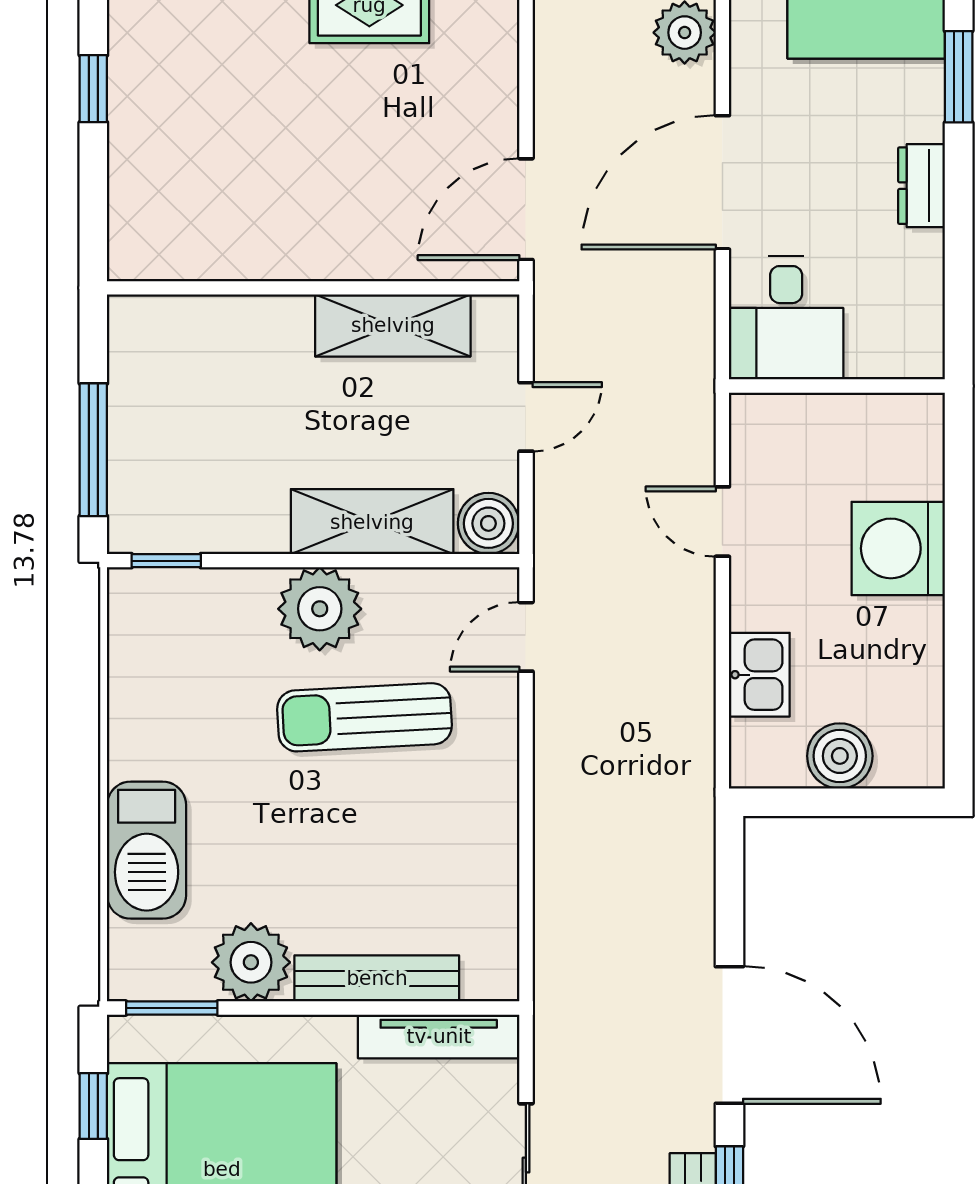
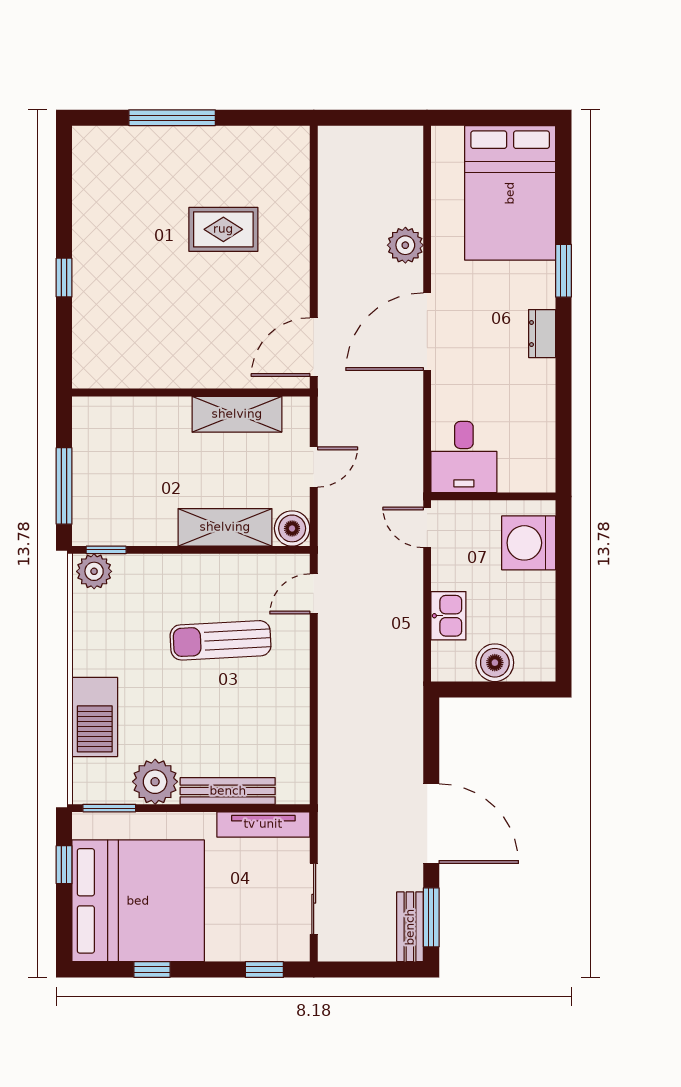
desk: (786, 318) -> (464, 457), moved
wall: (837, 386) -> (493, 496), moved
plant: (320, 609) -> (94, 571), moved, width x0.73, depth x0.73

